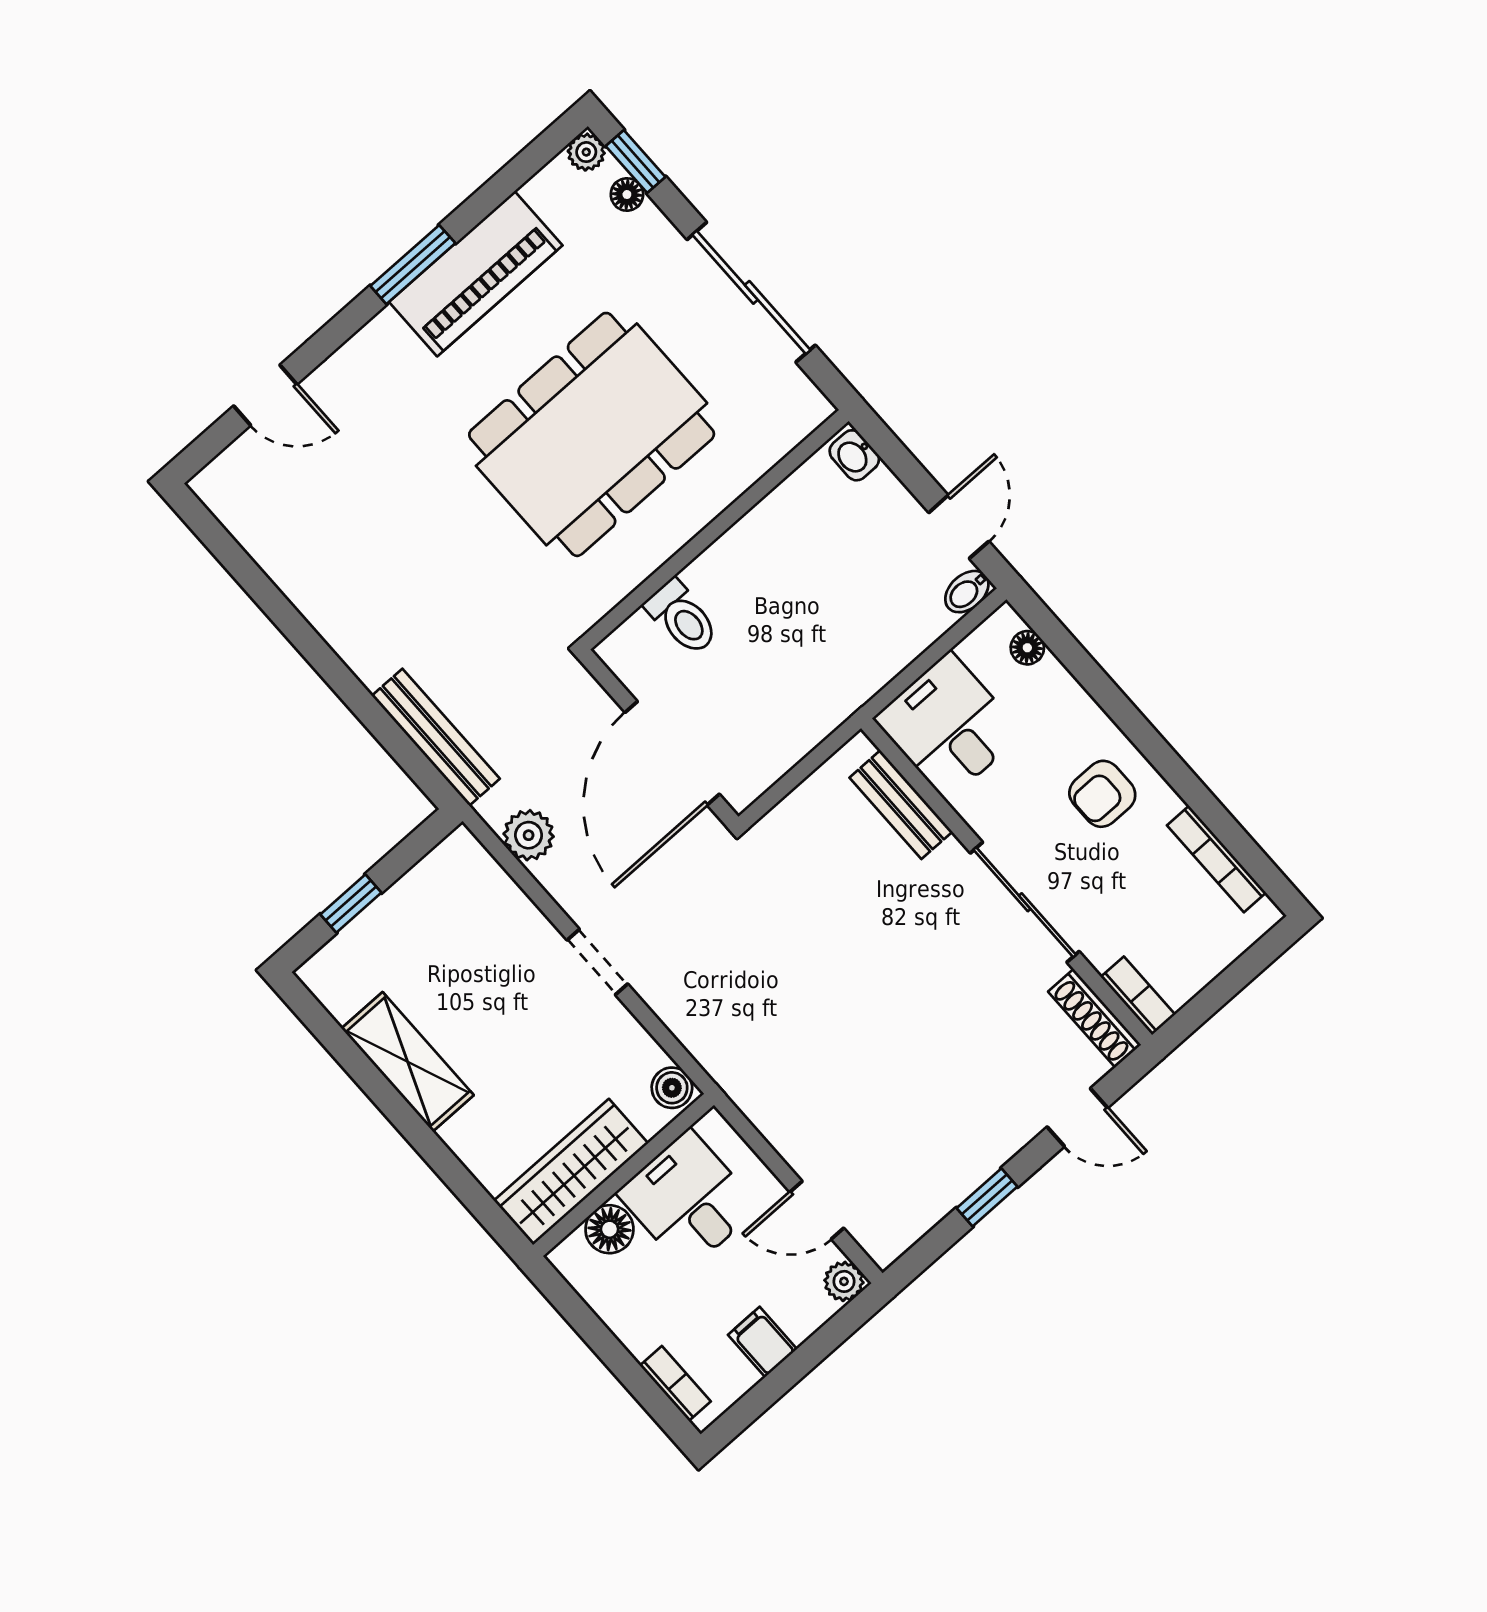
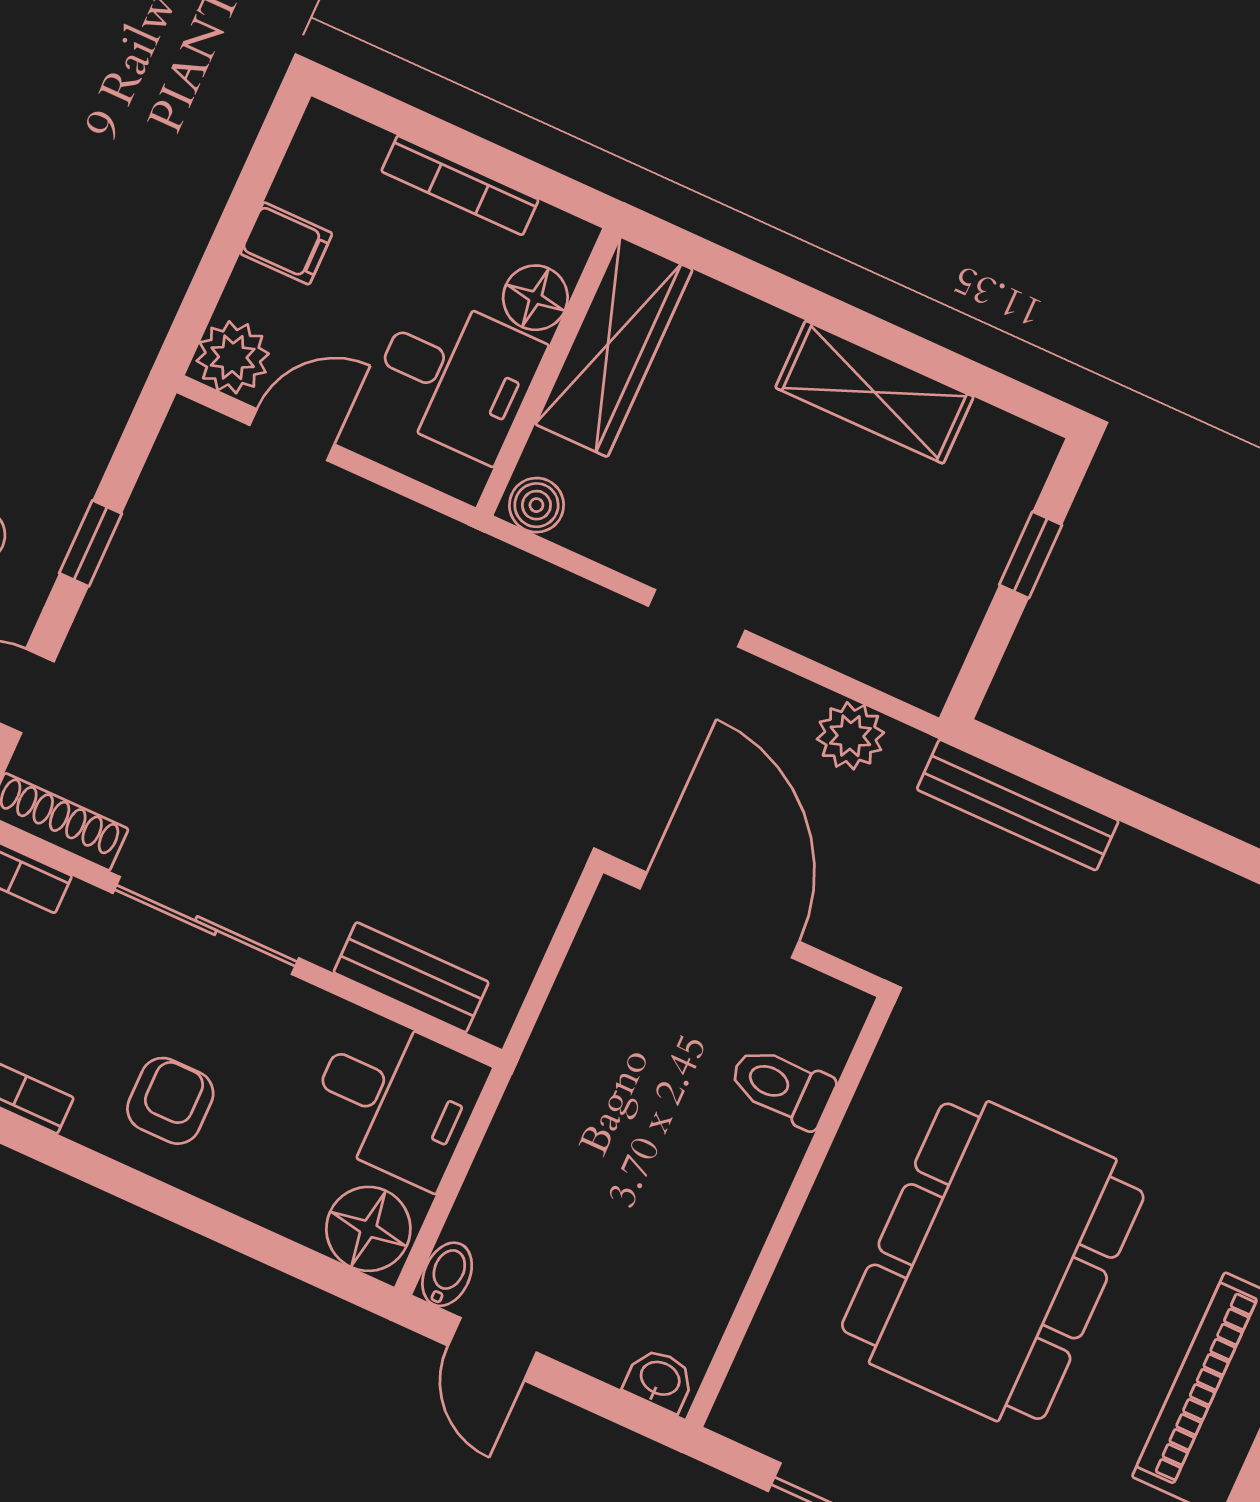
floor lamp: (1027, 648) -> (368, 1229), width x1.89, depth x1.89
plant: (844, 1281) -> (233, 357), width x1.38, depth x1.38
bookcase: (675, 1383) -> (460, 185), moved, width x1.56

